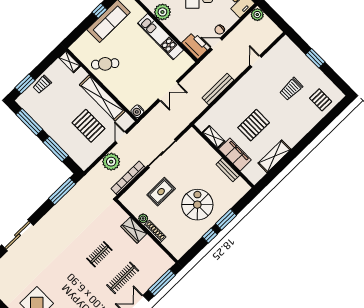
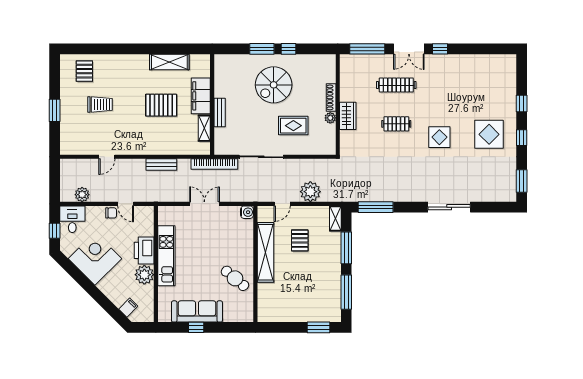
plant: (257, 15) -> (82, 195), moved
printer: (196, 45) -> (144, 250), moved
shelving: (69, 62) -> (335, 218), moved
trolley: (42, 84) -> (305, 313), removed
bench: (218, 89) -> (161, 165), width x0.73
pallet: (88, 126) -> (300, 240), width x0.67, depth x0.71
bench: (228, 170) -> (220, 112), moved
bookcase: (128, 178) -> (214, 164), moved
display table: (65, 272) -> (439, 137), added

